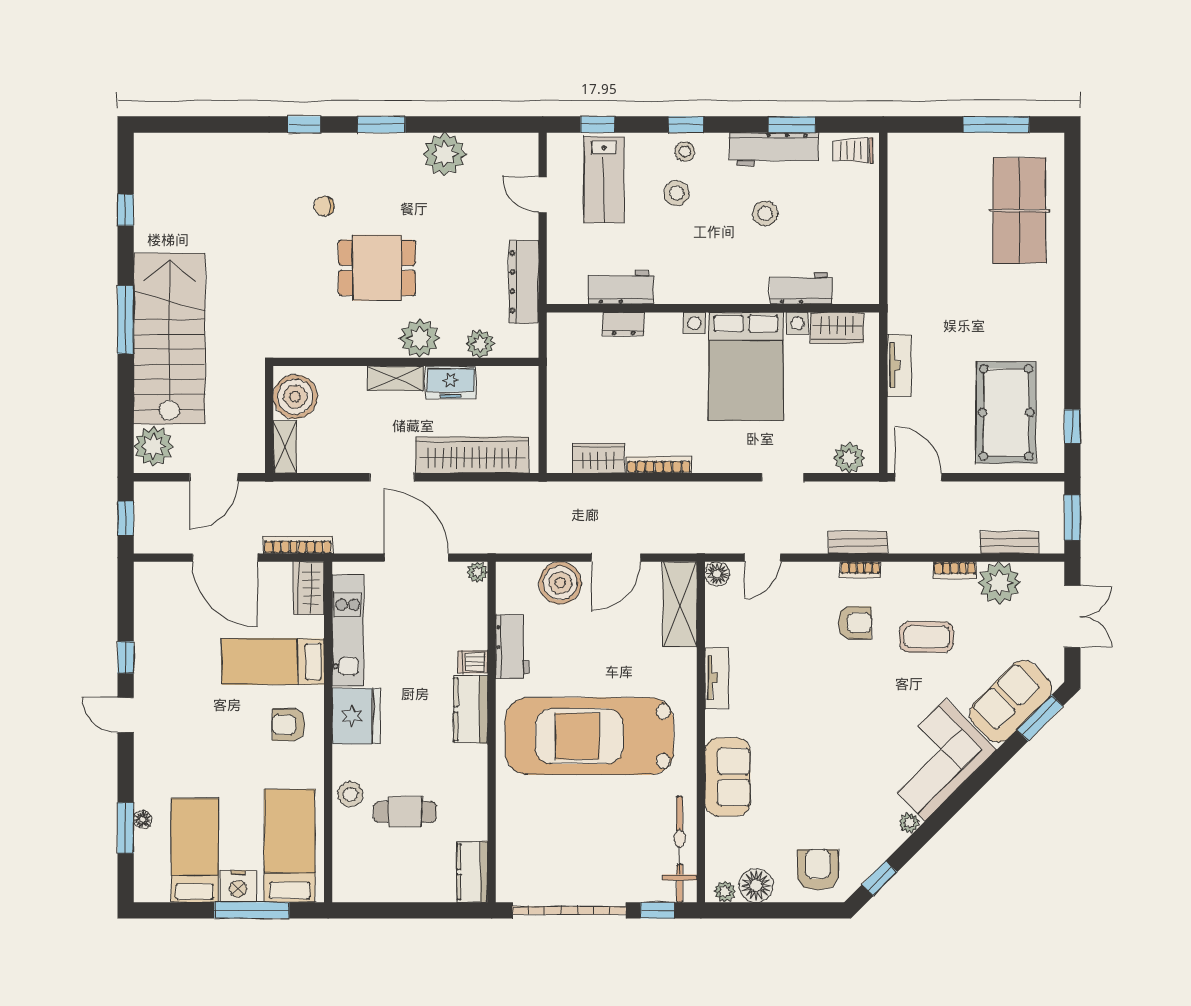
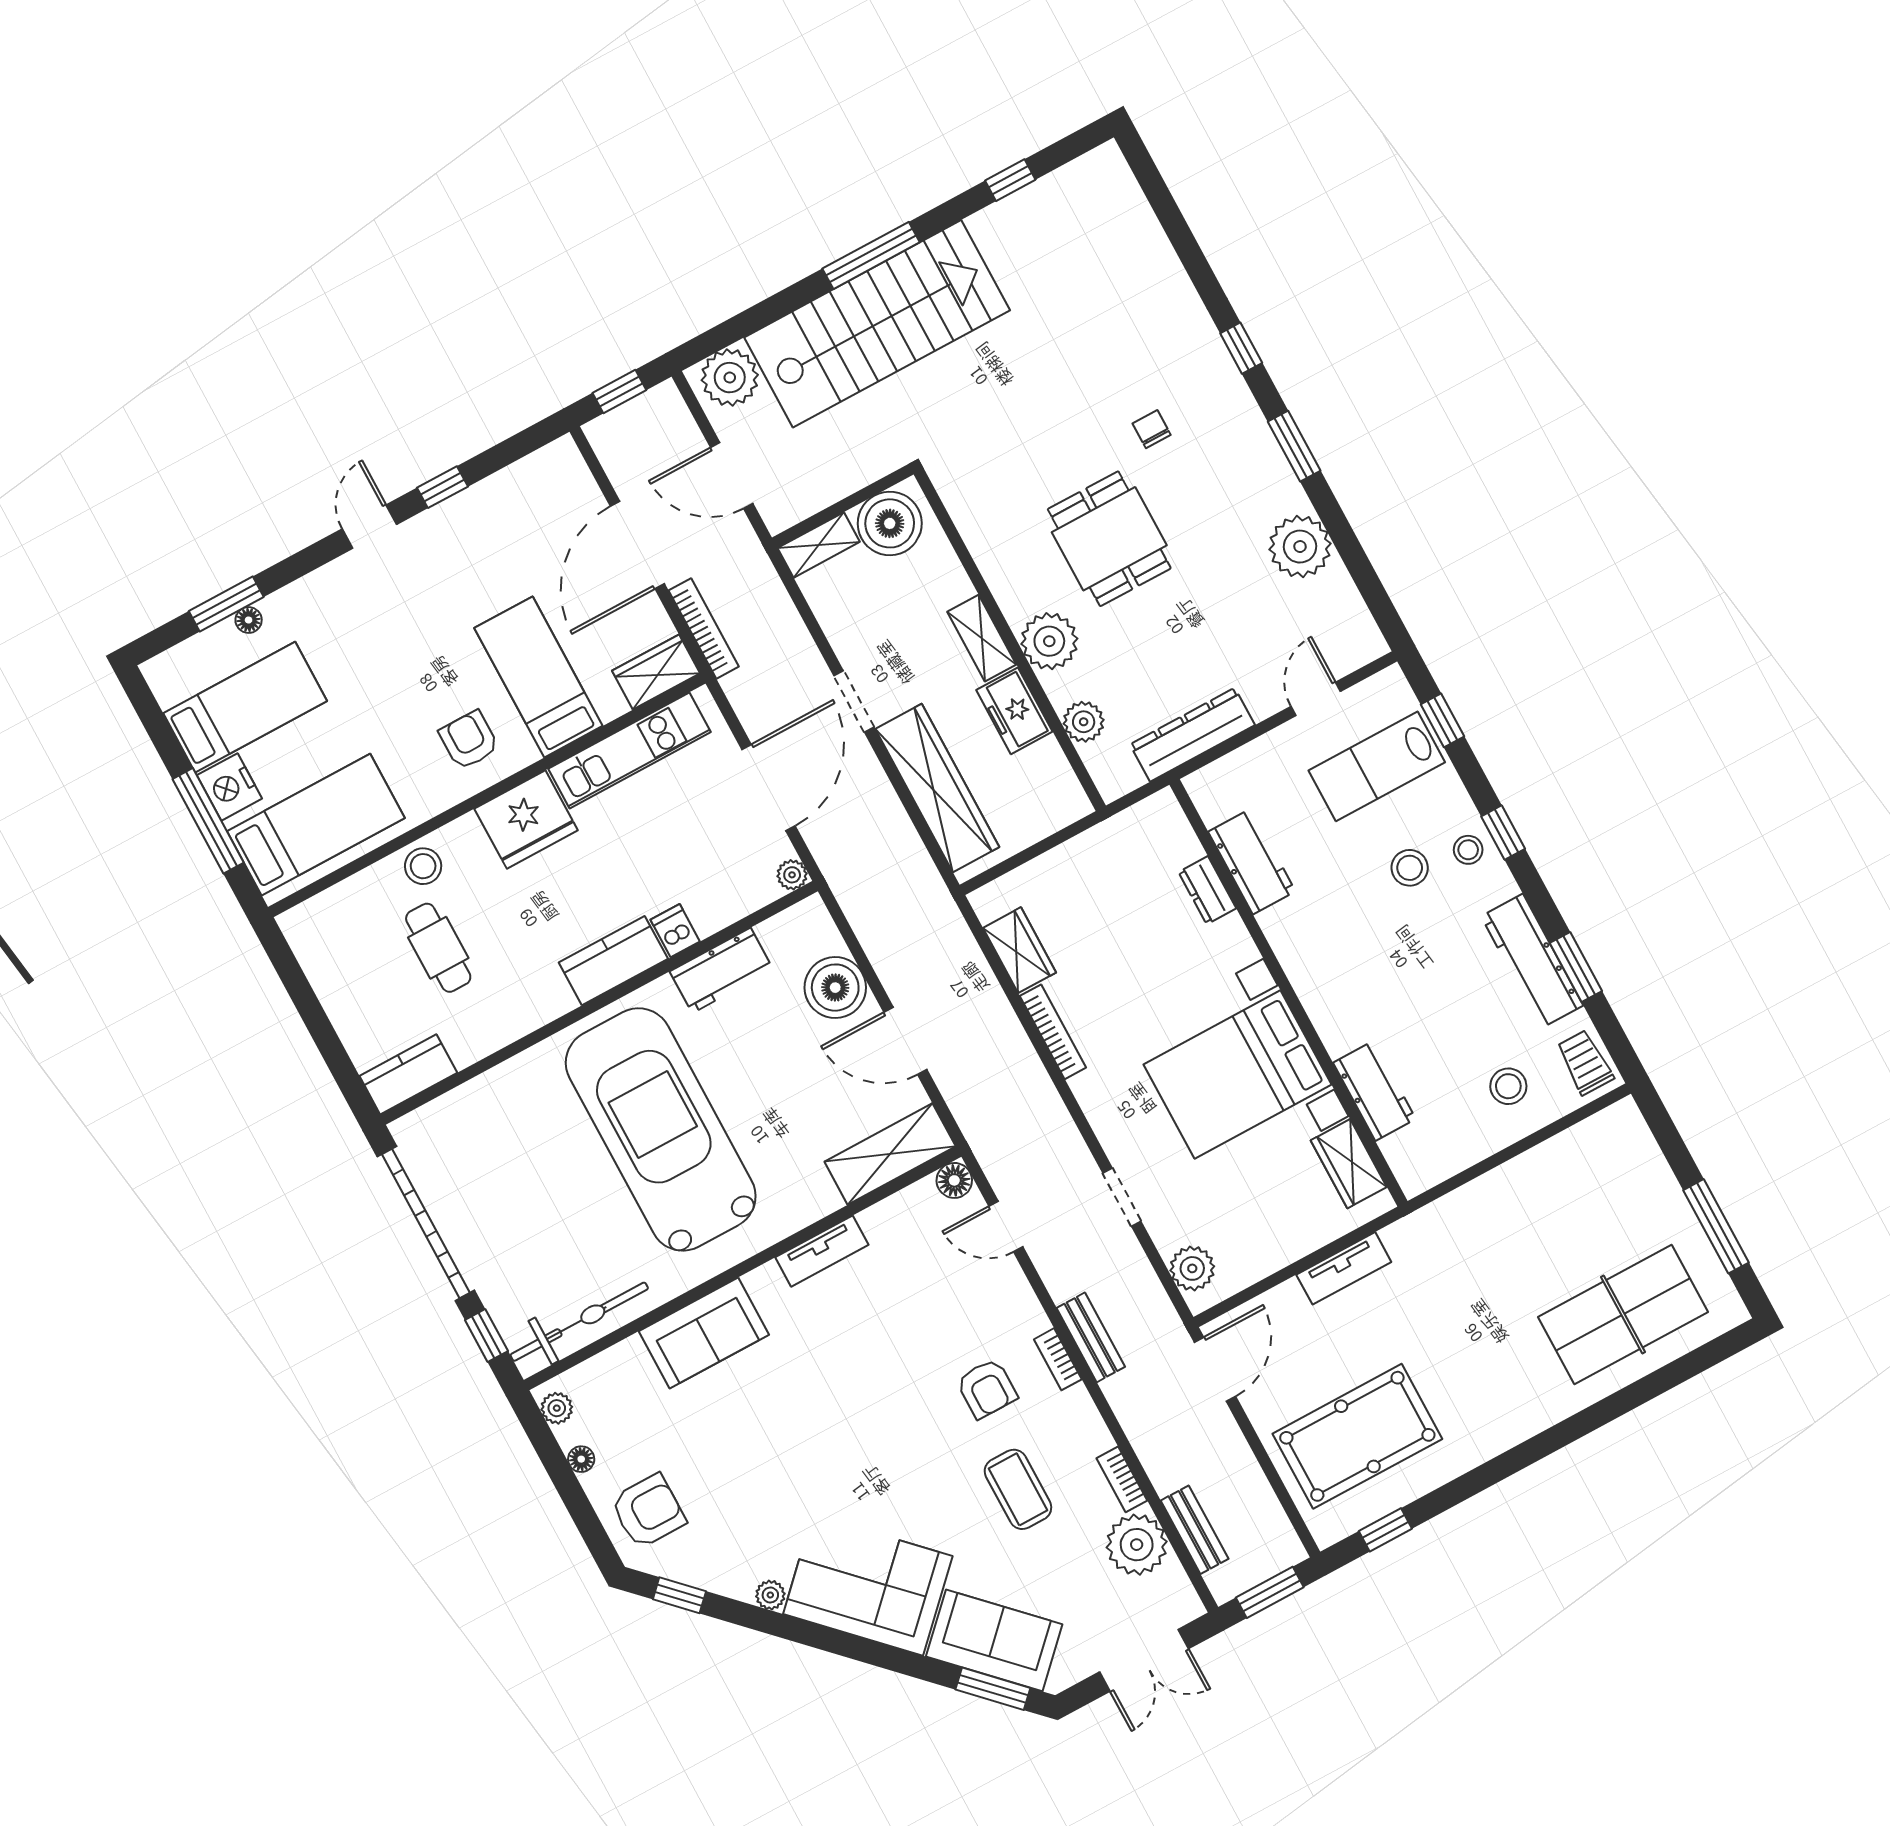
stool: (765, 214) -> (1508, 1086), moved
floor lamp: (756, 885) -> (581, 1459), width x0.53, depth x0.53

